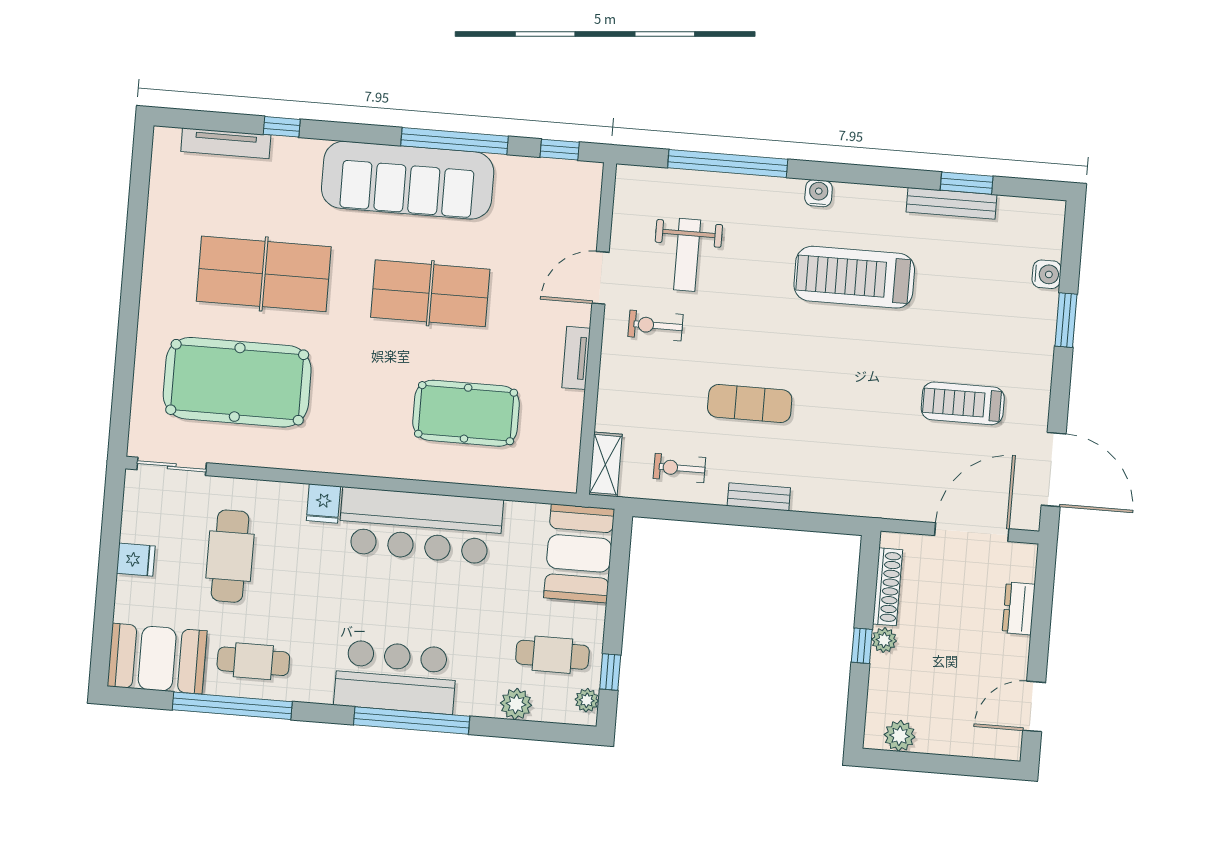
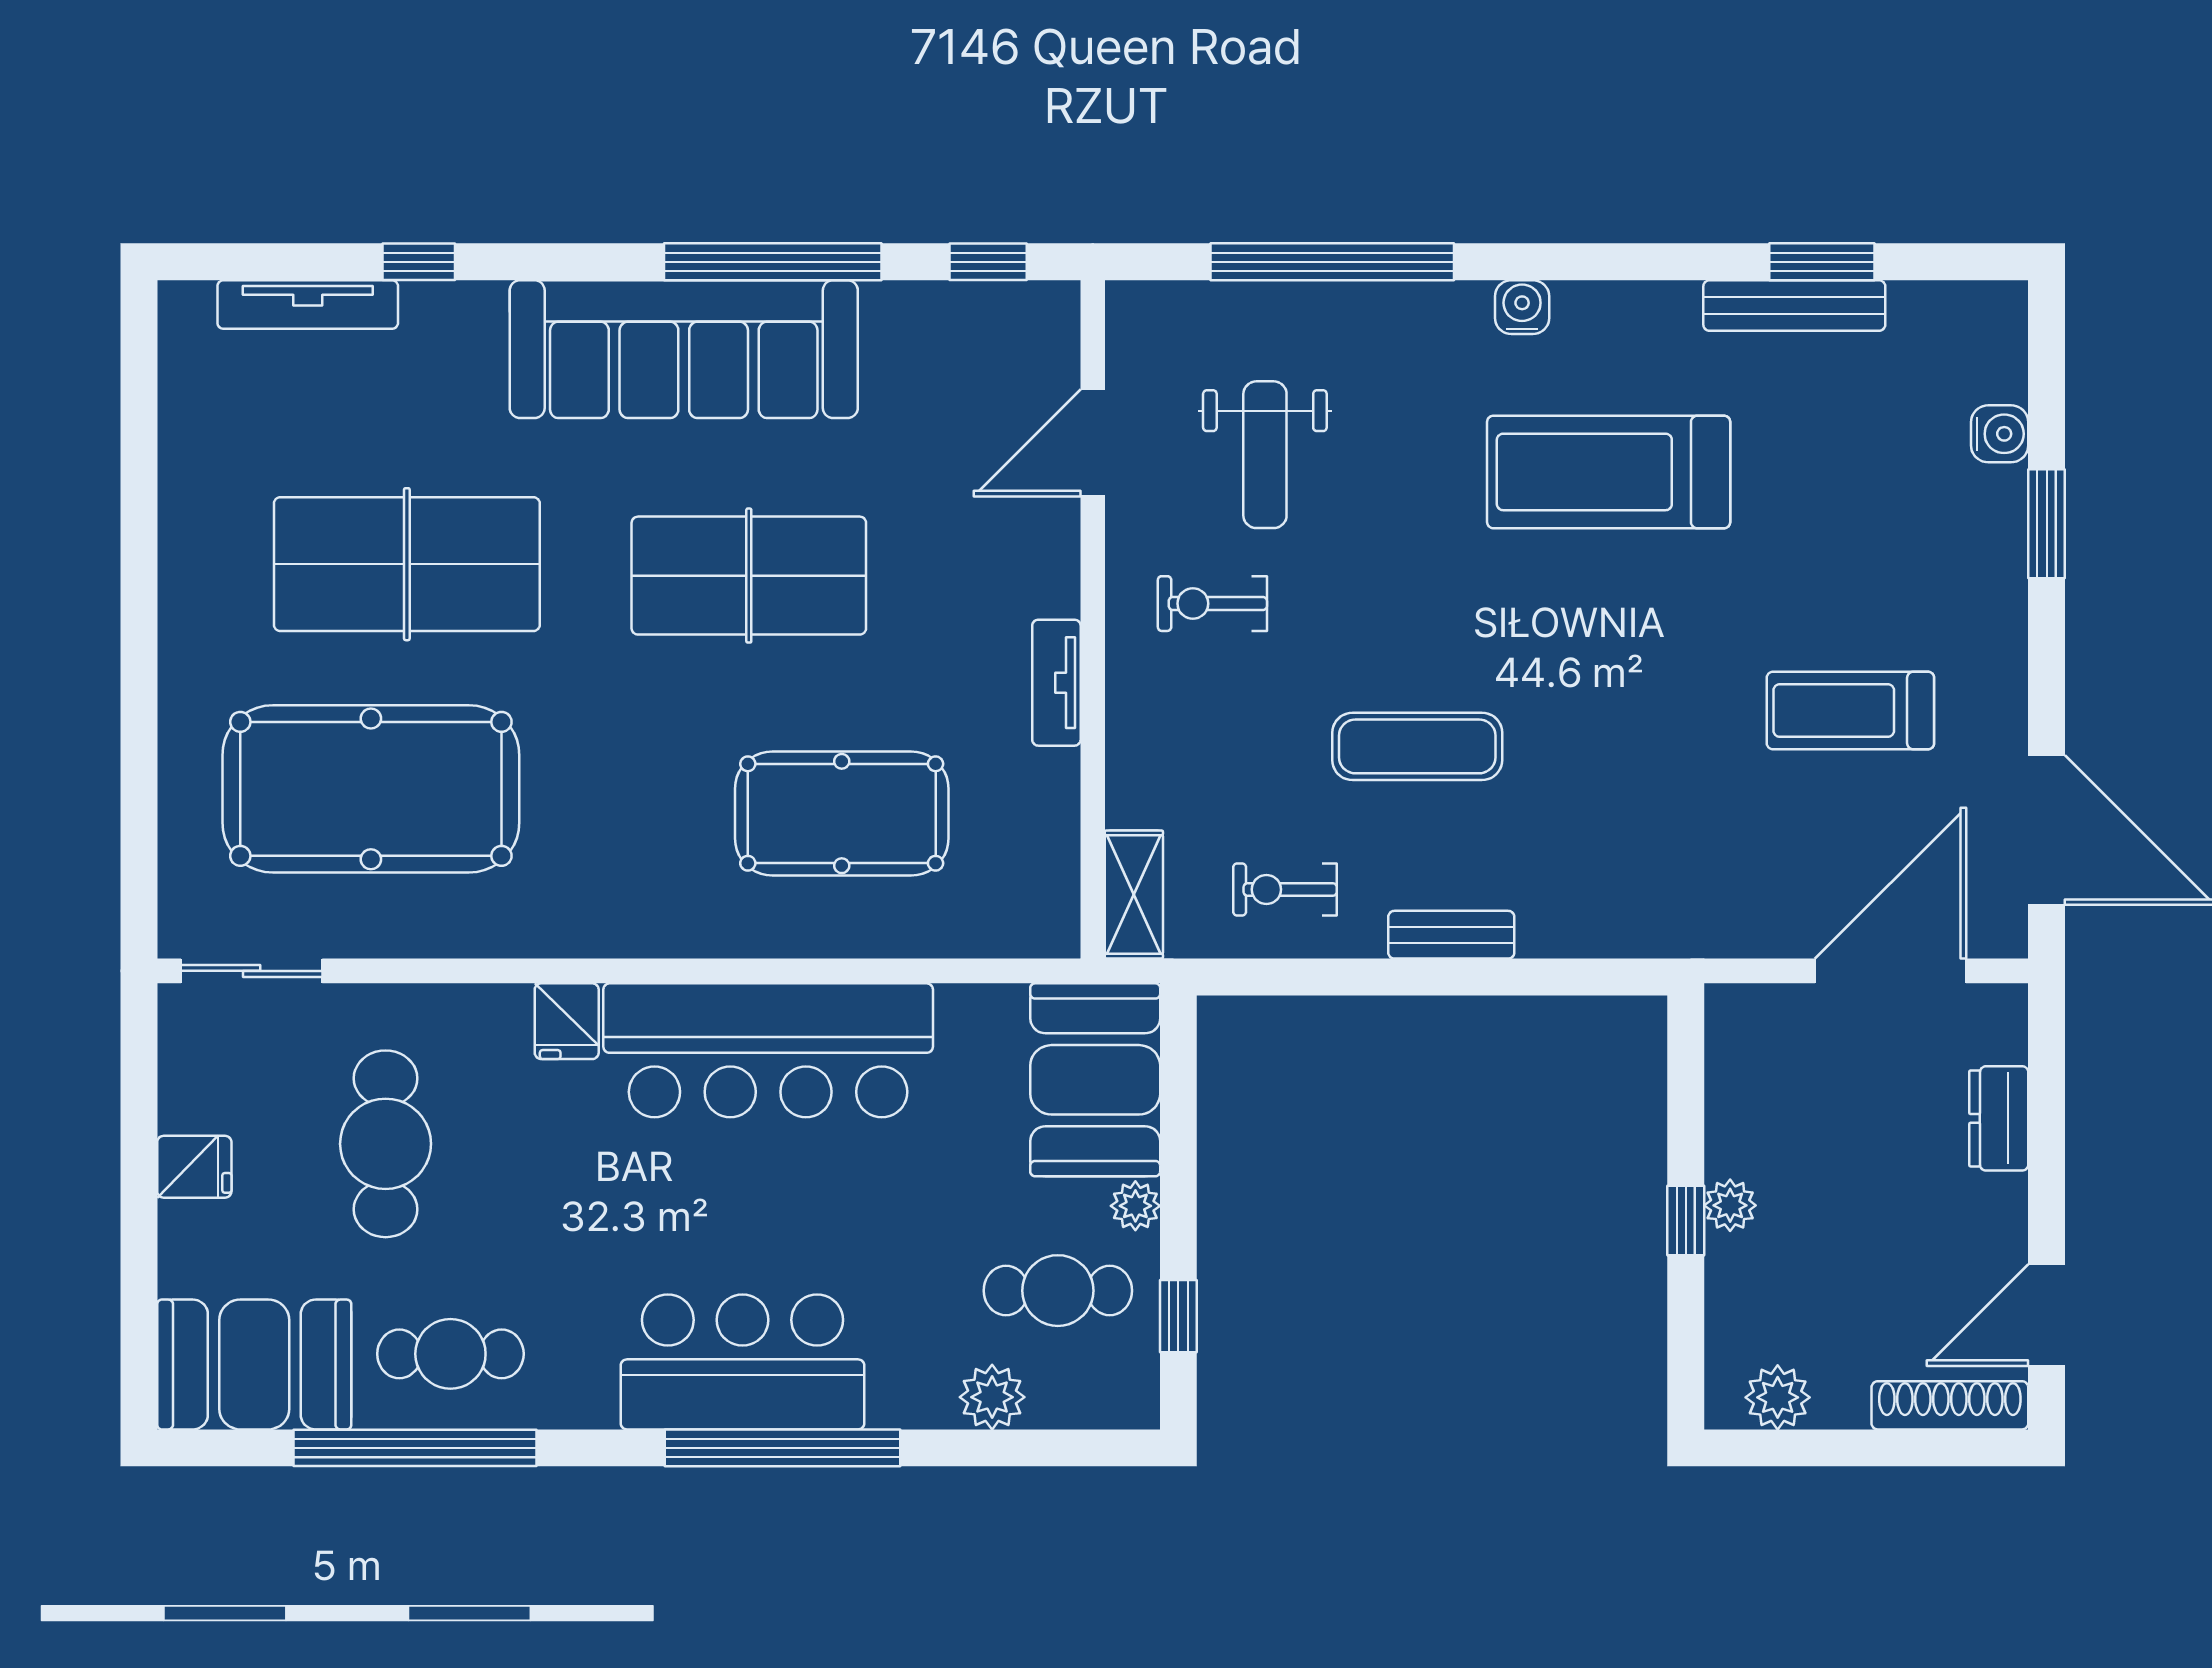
door: (601, 278) -> (1093, 443), moved
shoe rack: (888, 587) -> (1950, 1405), moved, turned -90
plant: (587, 700) -> (1135, 1206), moved

